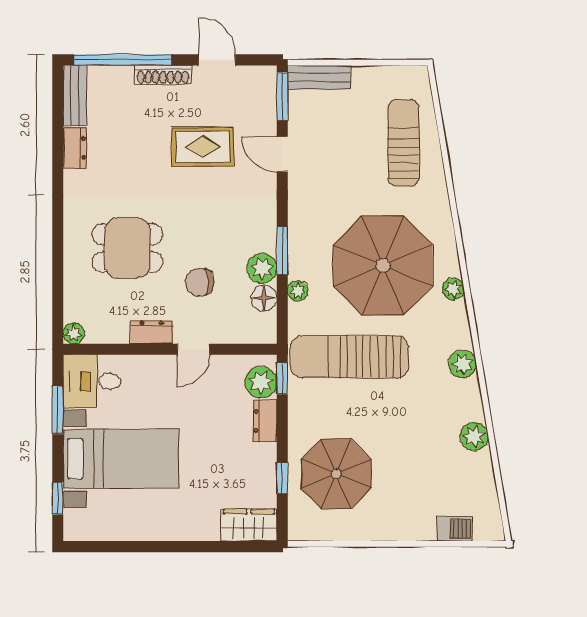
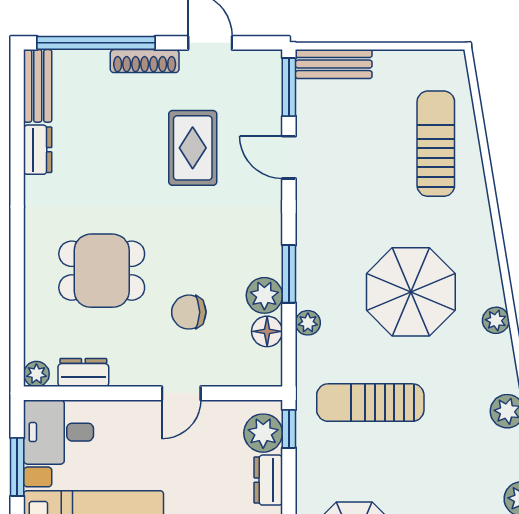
rug: (203, 147) -> (193, 148), turned 90
parasol: (383, 265) -> (411, 292), width x0.73, depth x0.73
dresser: (151, 332) -> (83, 373), moved
sun lounger: (349, 357) -> (370, 403), width x0.73, depth x0.75

